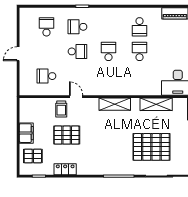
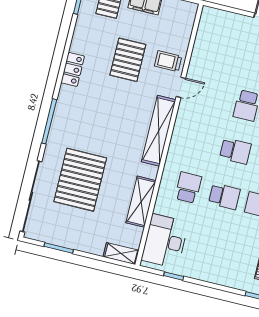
school desk: (46, 76) -> (188, 188), moved
shelving: (115, 104) -> (159, 131), width x1.47
locker: (65, 169) -> (73, 69), moved

